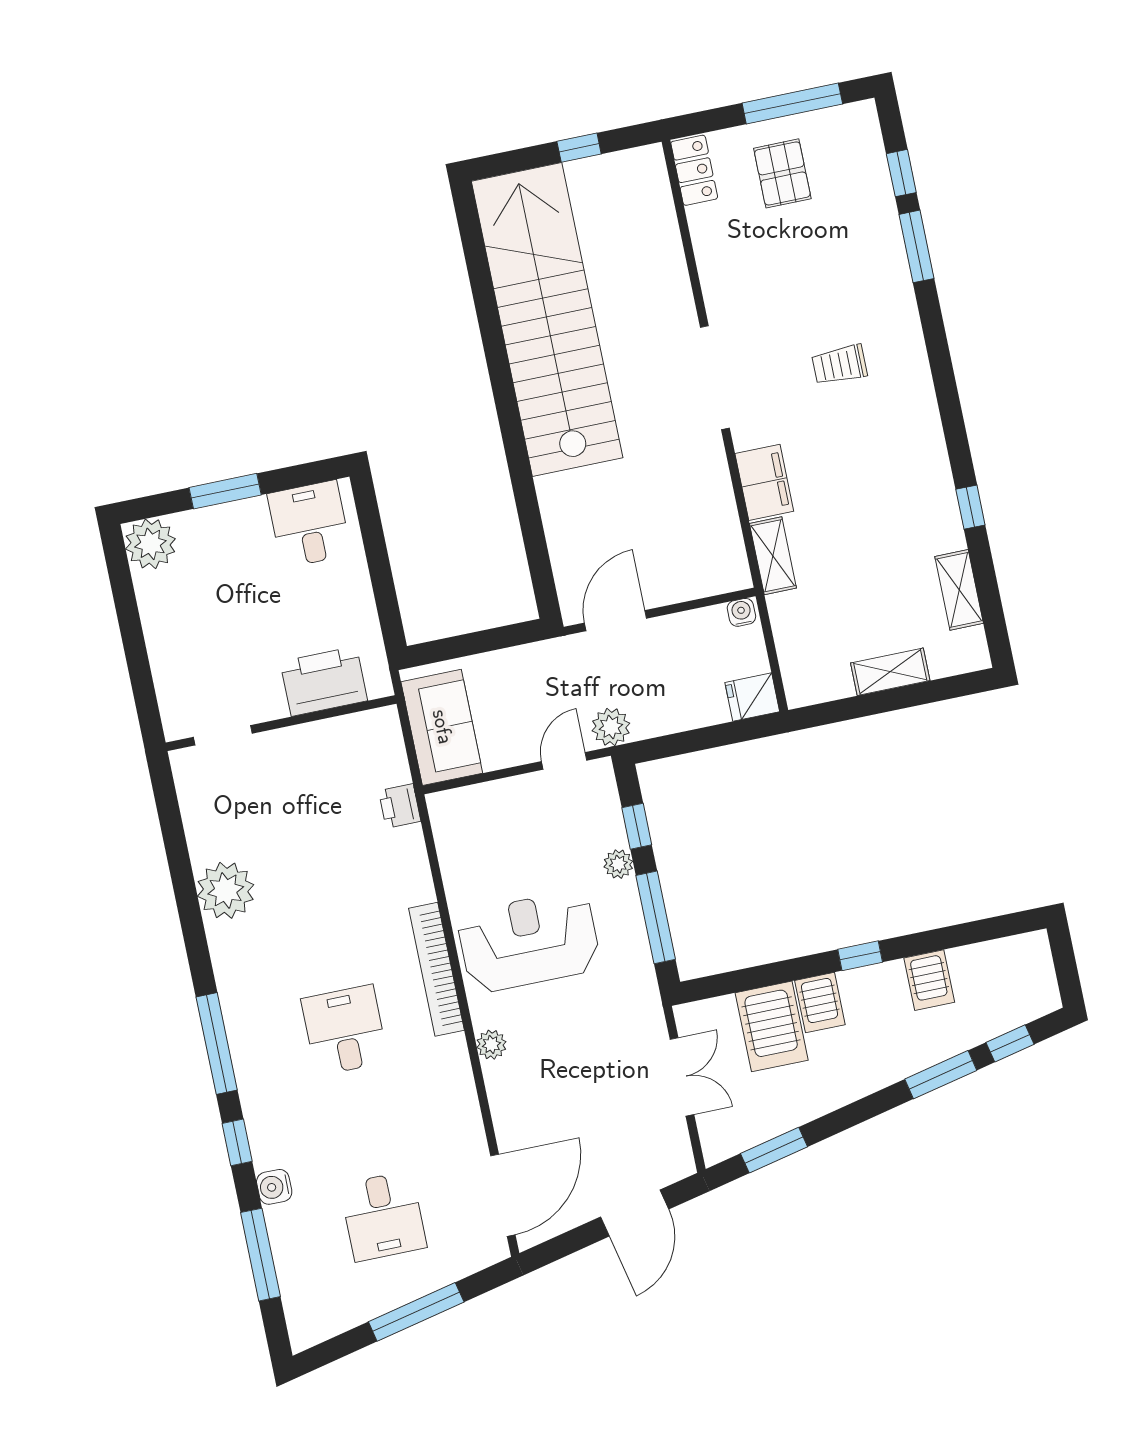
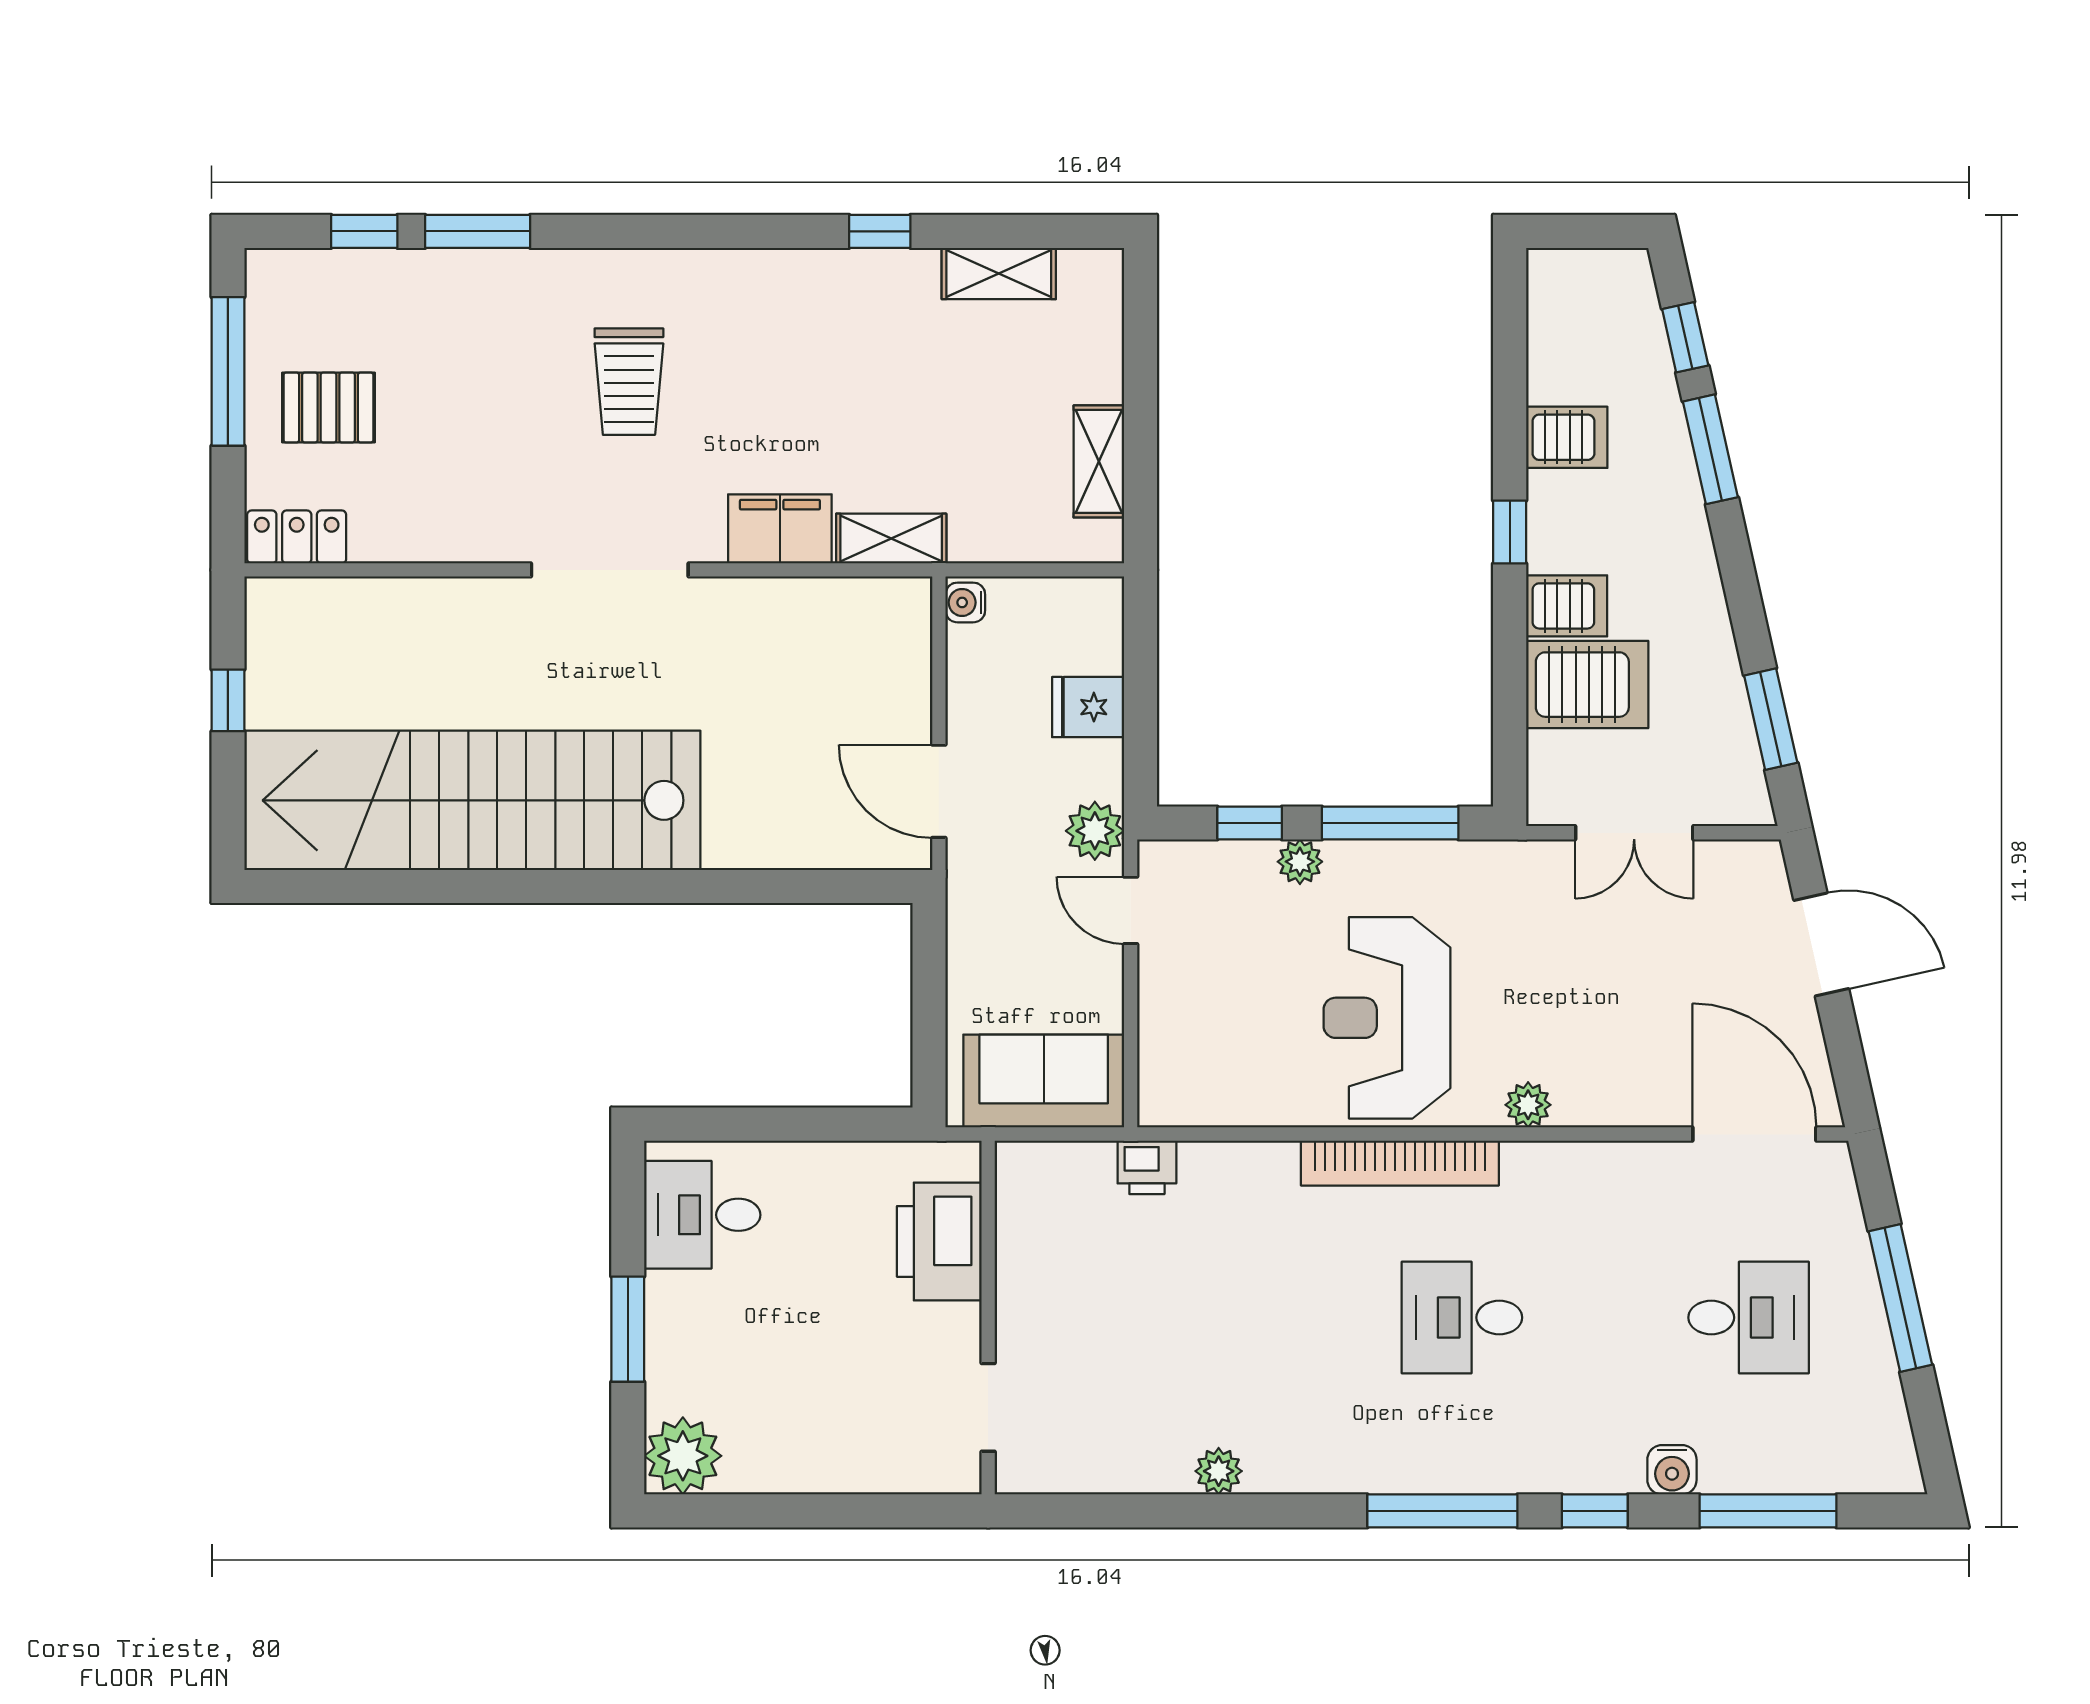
trolley: (839, 365) -> (629, 382), width x1.36, depth x1.39
shelving: (890, 672) -> (1099, 461), moved
fridge: (752, 697) -> (1088, 707), moved, turned 90
plant: (226, 890) -> (1219, 1471), width x0.53, depth x0.53
double door: (682, 1077) -> (1634, 833), swing flipped

